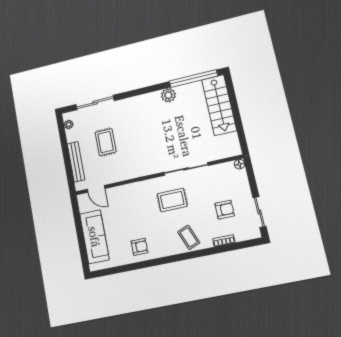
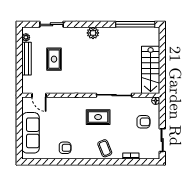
plant: (168, 95) -> (93, 33), moved
sliding door: (95, 103) -> (51, 24), width x0.73
stairs: (219, 105) -> (151, 70), moved
bench: (76, 162) -> (26, 59), moved
armchair: (225, 210) -> (143, 122), moved

